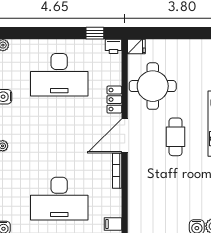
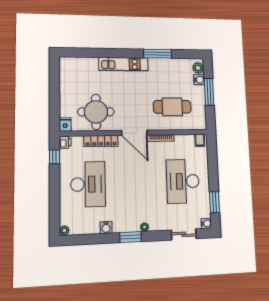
locker: (114, 100) -> (101, 141), width x1.53
cafe table: (176, 137) -> (172, 107), moved, width x1.37, depth x1.35
desk: (59, 199) -> (183, 181), turned 180

